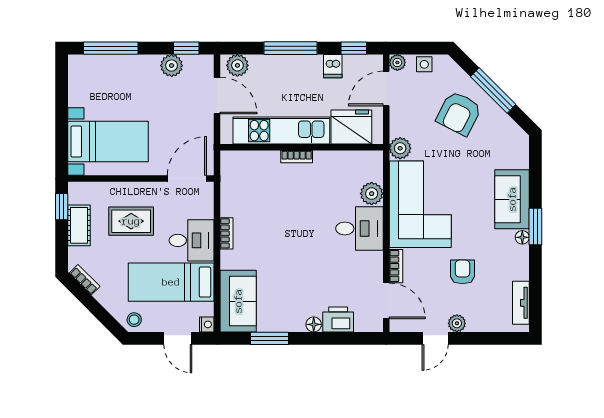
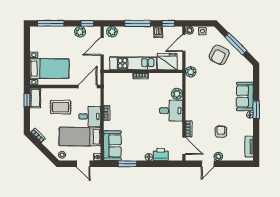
door: (217, 96) -> (102, 46), swing flipped
corner sofa: (420, 204) -> (200, 99), removed
cot: (79, 225) -> (35, 98), moved

